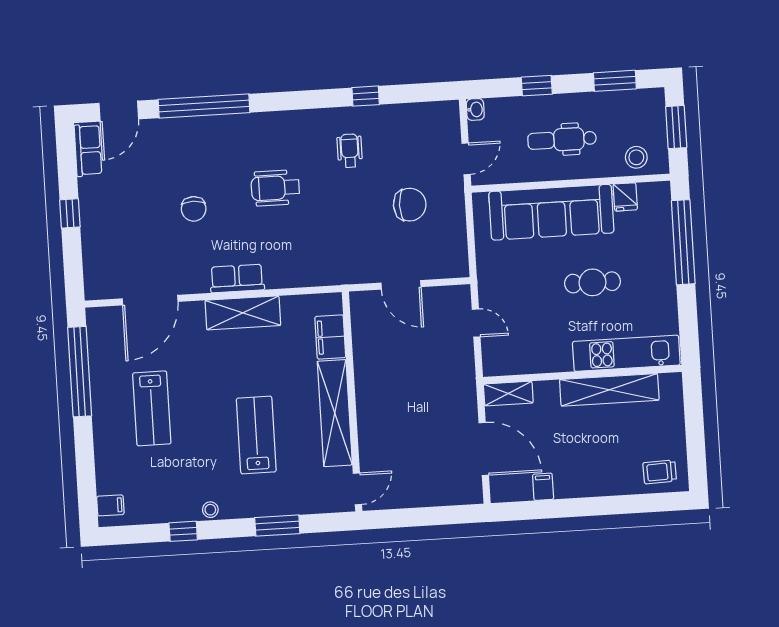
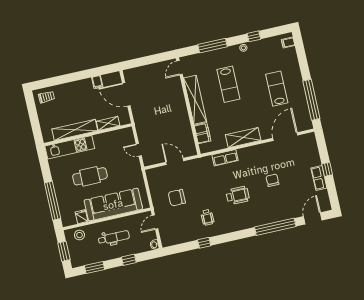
row of seats: (88, 150) -> (319, 178), moved
row of seats: (237, 278) -> (225, 158), moved
cafe table: (592, 282) -> (90, 176), width x1.37, depth x1.35
shelving: (508, 394) -> (108, 123), moved
window: (277, 526) -> (213, 46), width x1.44

